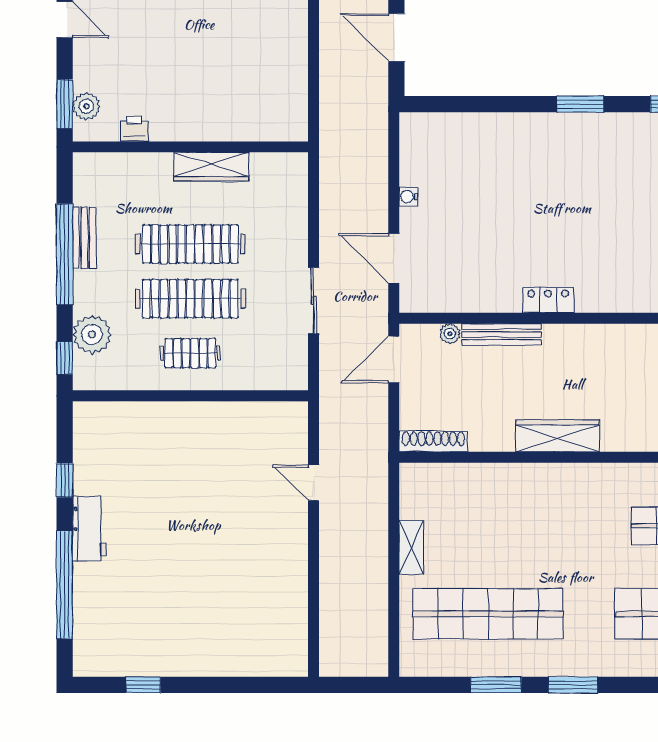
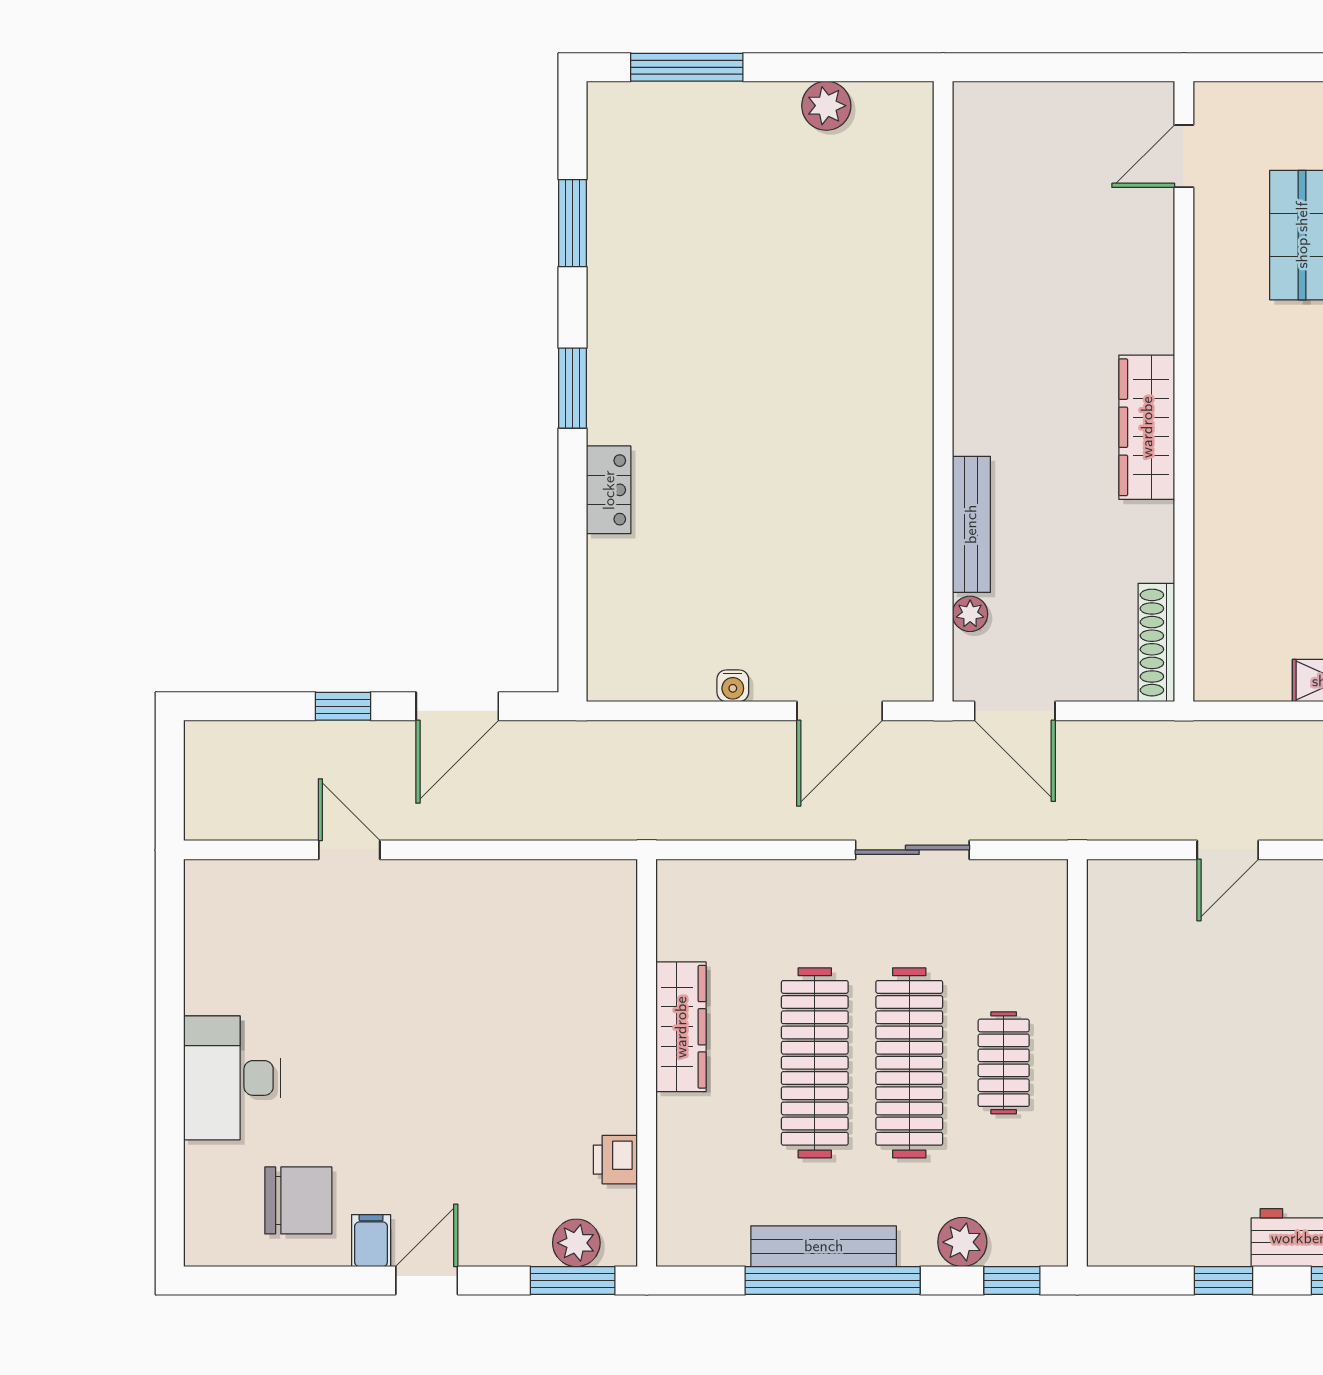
bench: (84, 238) -> (824, 1246), width x1.36
locker: (548, 300) -> (609, 490), moved, turned 180
plant: (92, 334) -> (962, 1242), width x0.73, depth x0.73

